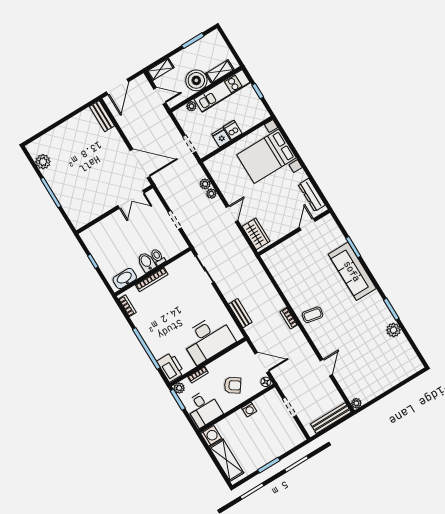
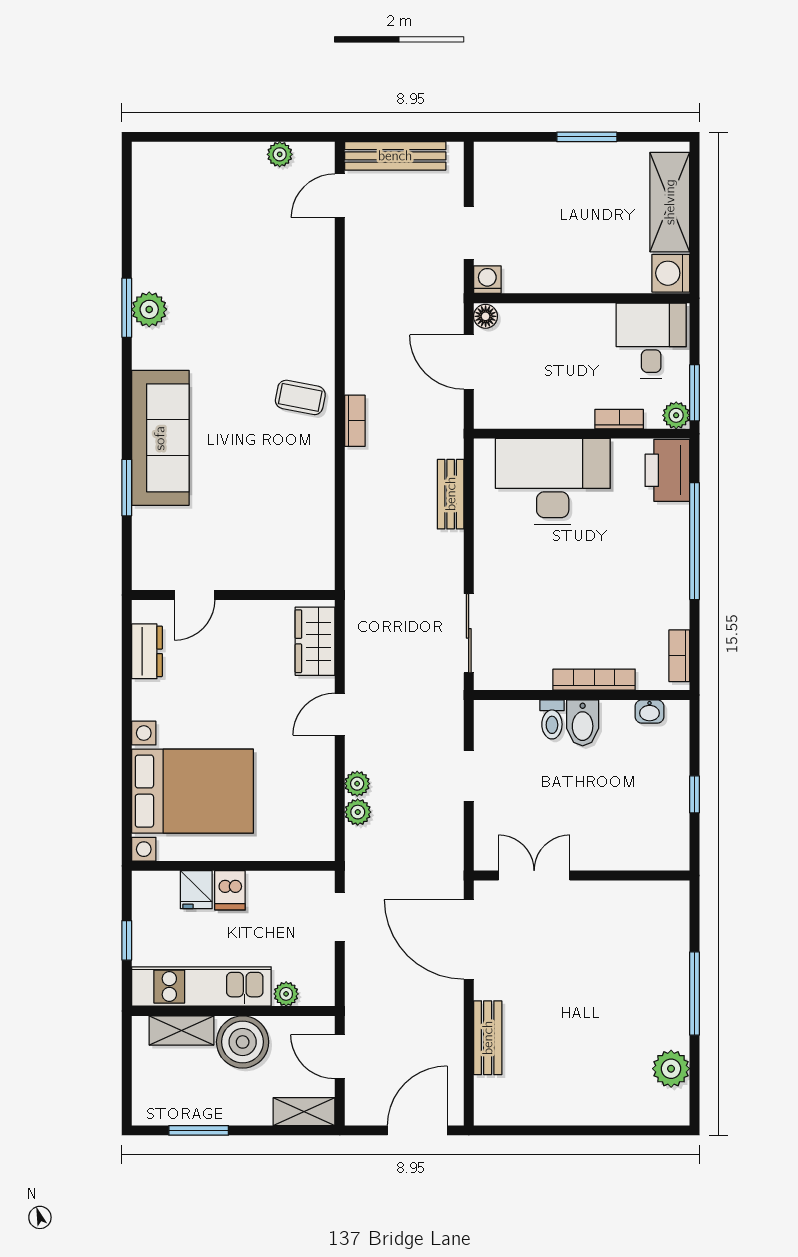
bench: (102, 116) -> (488, 1038), moved
fridge: (221, 137) -> (196, 890), moved
dresser: (312, 195) -> (147, 651), width x0.70
washbasin: (125, 278) -> (649, 711), width x0.52, depth x0.69
plant: (394, 330) -> (149, 309), moved
door: (326, 368) -> (340, 196), moved
armchair: (233, 385) -> (560, 352), removed
plant: (356, 403) -> (280, 154), moved
washing machine: (249, 410) -> (487, 280), moved

